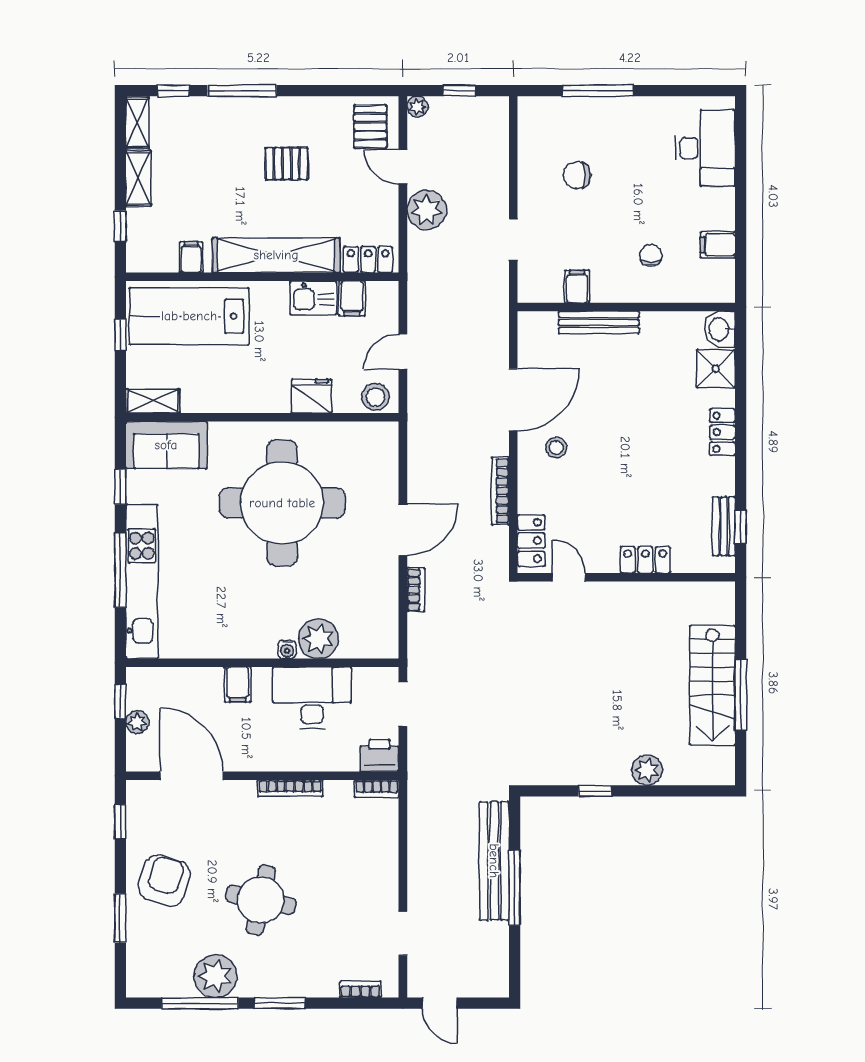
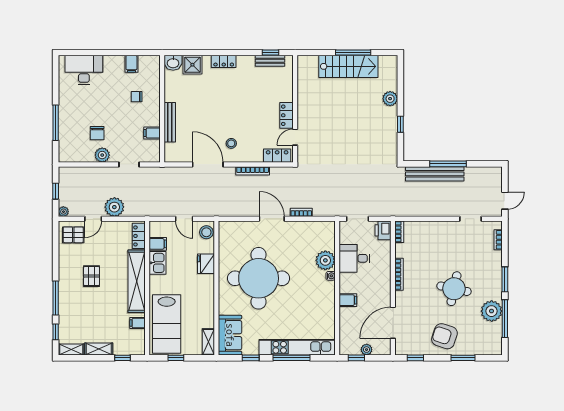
plant: (532, 185) -> (102, 155), added
locker: (645, 560) -> (287, 115), moved
desk: (312, 698) -> (354, 258), width x0.73

